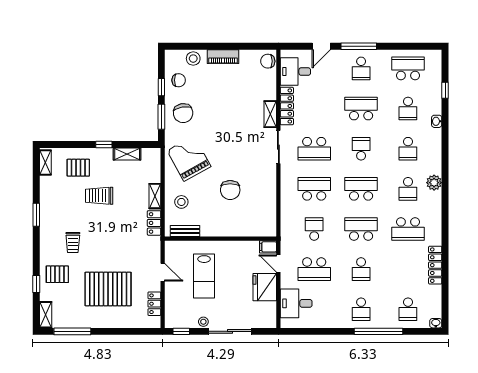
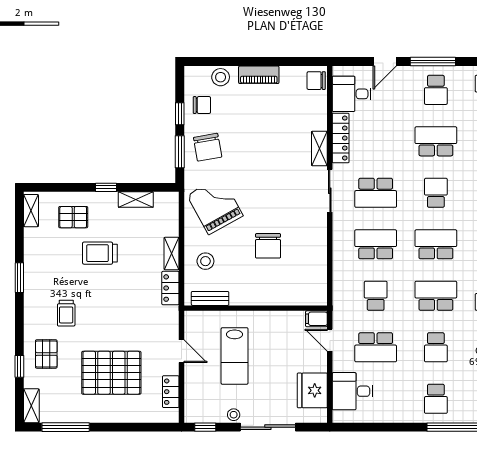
pallet: (57, 274) -> (46, 354), turned 90
fridge: (265, 287) -> (312, 390), moved

